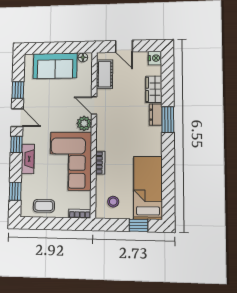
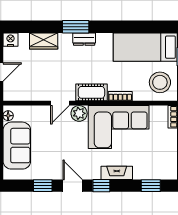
cot: (104, 74) -> (91, 92), moved
dresser: (156, 115) -> (84, 39), moved
door: (17, 118) -> (73, 186), hinge flipped
stool: (113, 202) -> (160, 82), width x1.89, depth x1.89
coffee table: (44, 206) -> (165, 154), removed

